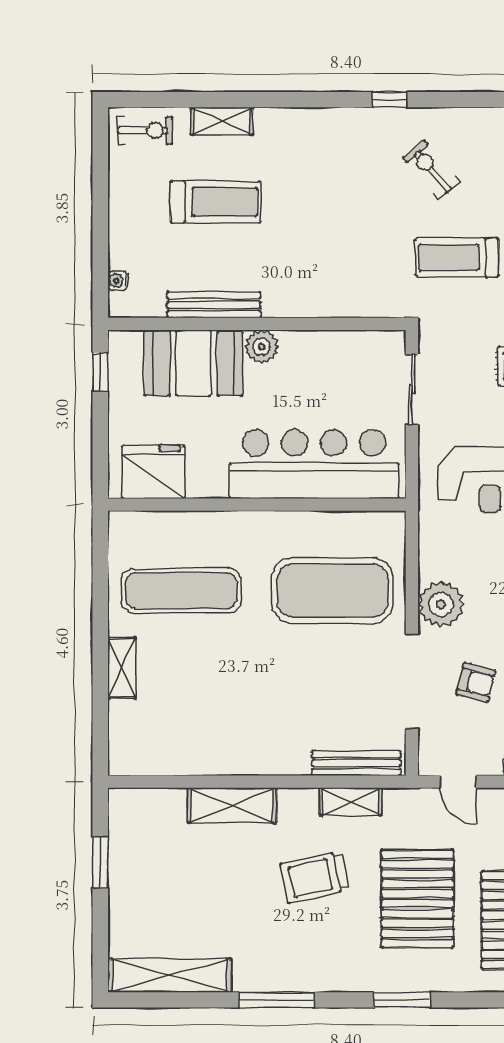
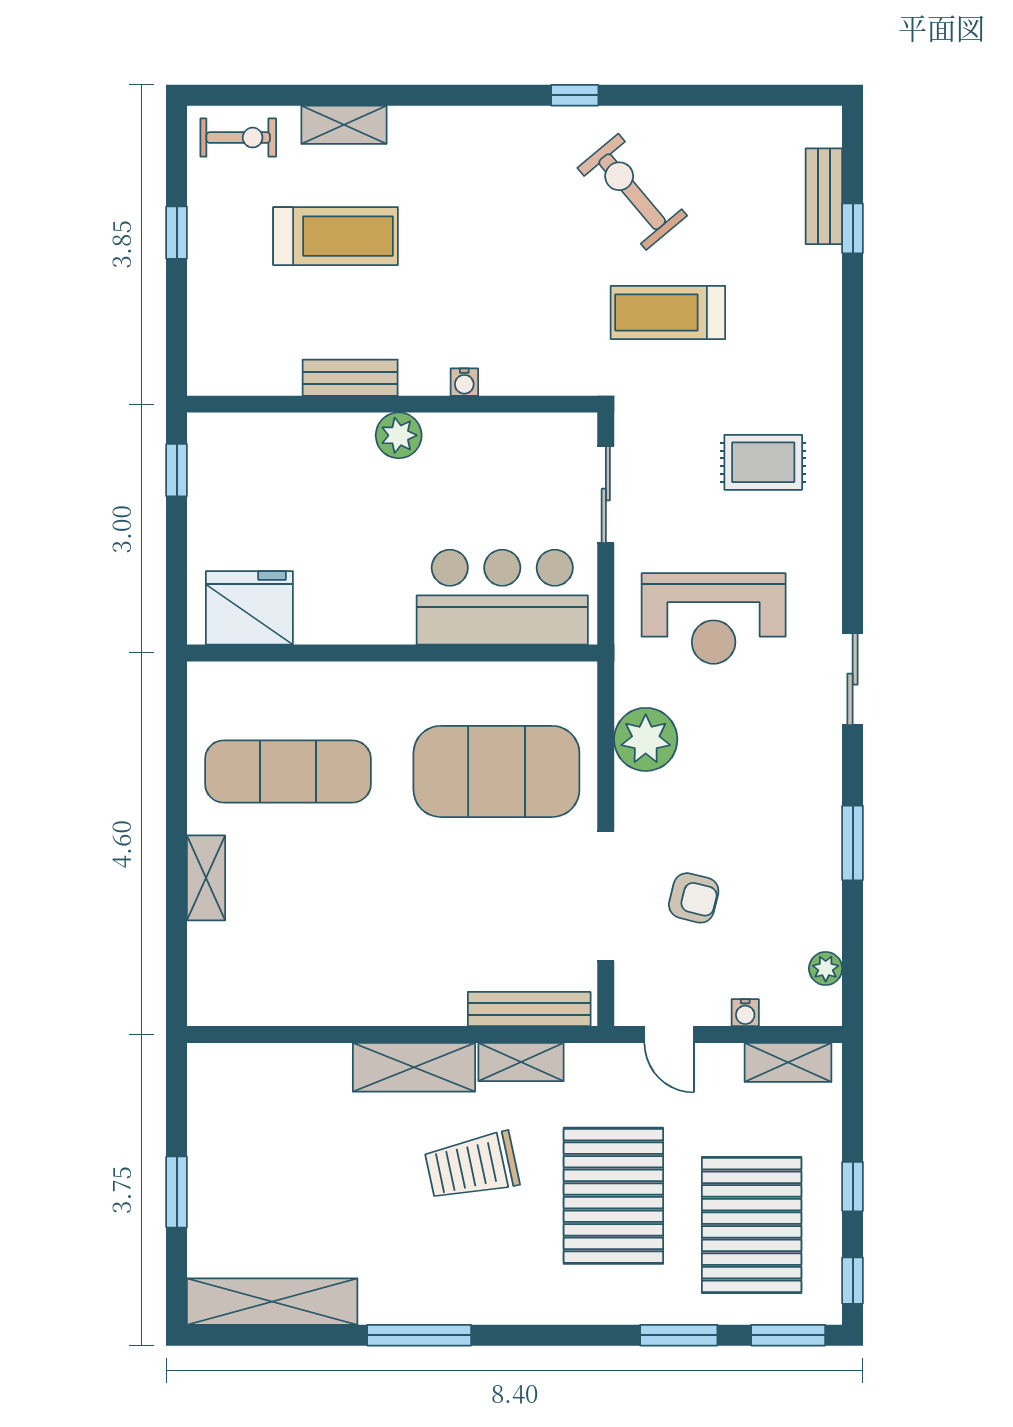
exercise bike: (431, 170) -> (632, 192), width x1.38, depth x1.39
window: (100, 199) -> (177, 233), added
water cooler: (118, 281) -> (464, 382), moved, turned -90
bench: (214, 305) -> (350, 378), width x0.73
booth: (193, 363) -> (305, 458), removed
bar counter: (314, 464) -> (502, 597), width x0.73
plant: (441, 604) -> (646, 739), moved
shelving: (232, 805) -> (414, 1067), moved
window: (100, 862) -> (177, 1192), moved
window: (402, 1000) -> (679, 1335), moved

